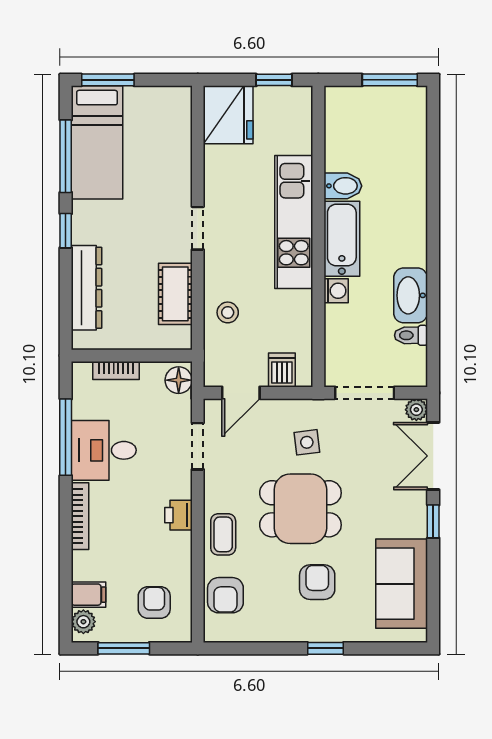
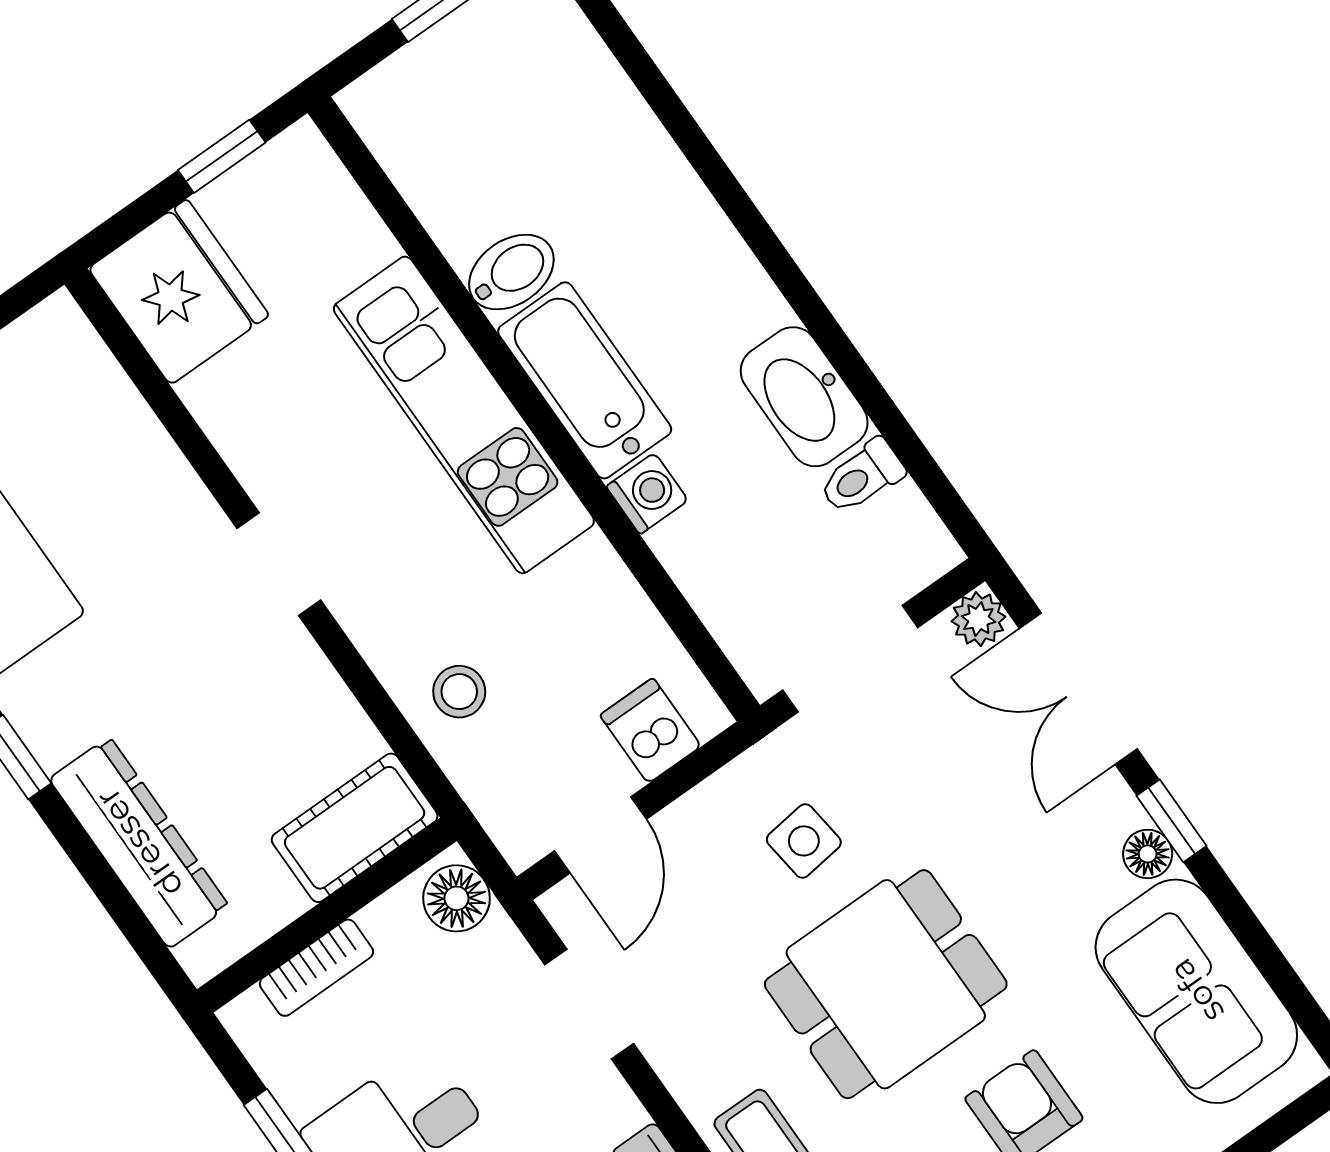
cot: (175, 294) -> (355, 828), moved, turned 90
floor lamp: (418, 527) -> (1148, 854), added

